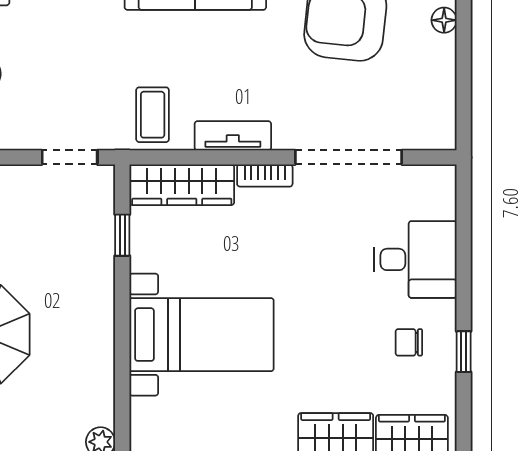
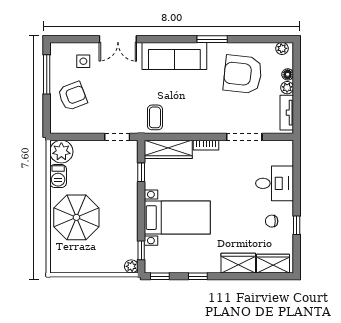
plant: (443, 49) -> (287, 88), added
tv unit: (233, 136) -> (287, 113), moved, turned -90
doorway: (349, 157) -> (244, 137), width x0.73
window: (122, 407) -> (141, 250), added

